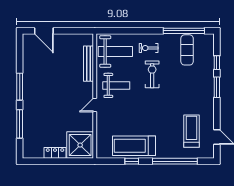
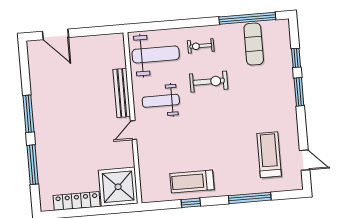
bench: (88, 64) -> (122, 93), moved
exercise bike: (152, 74) -> (209, 82), turned 90
weight bench: (116, 85) -> (161, 101), turned 180
treadmill: (134, 146) -> (192, 181), width x0.73, depth x0.73
locker: (55, 153) -> (77, 201), width x1.53
window: (175, 161) -> (250, 198), width x0.68

